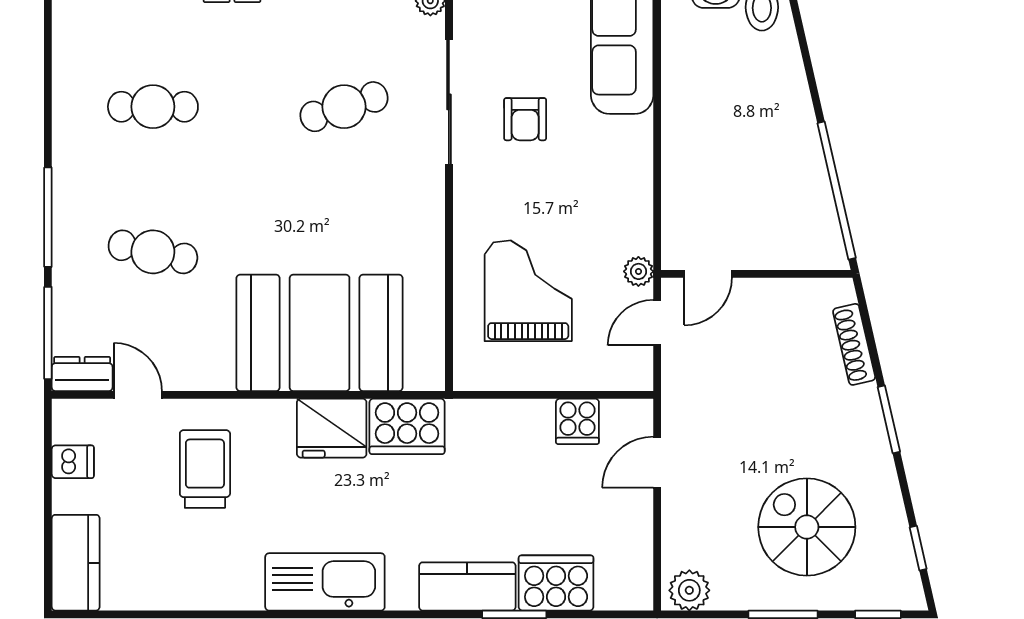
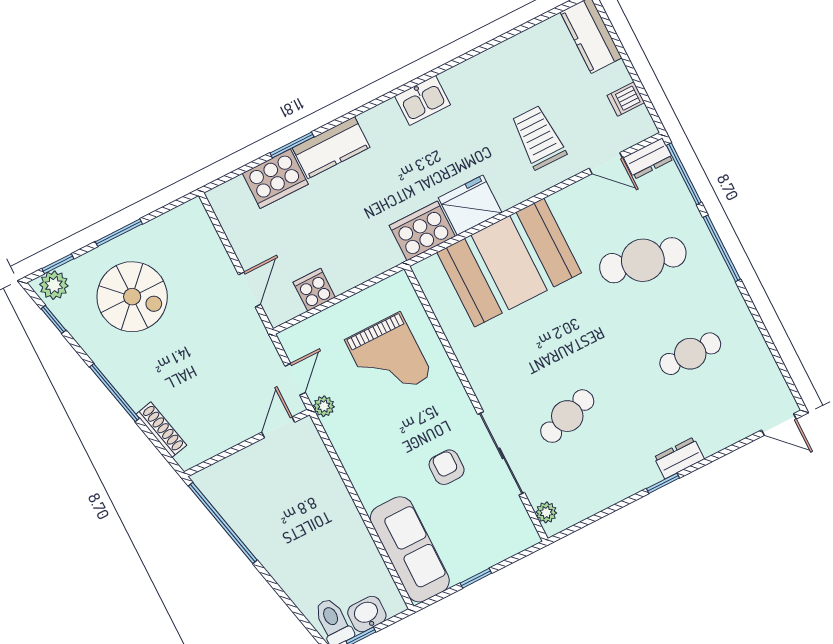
cafe table: (153, 252) -> (643, 260), width x1.37, depth x1.35
window: (889, 419) -> (114, 393), width x1.44
trolley: (205, 469) -> (538, 137), turned 180
kitchen sink: (325, 582) -> (422, 100), width x0.53, depth x0.81
plant: (689, 590) -> (54, 285), moved

